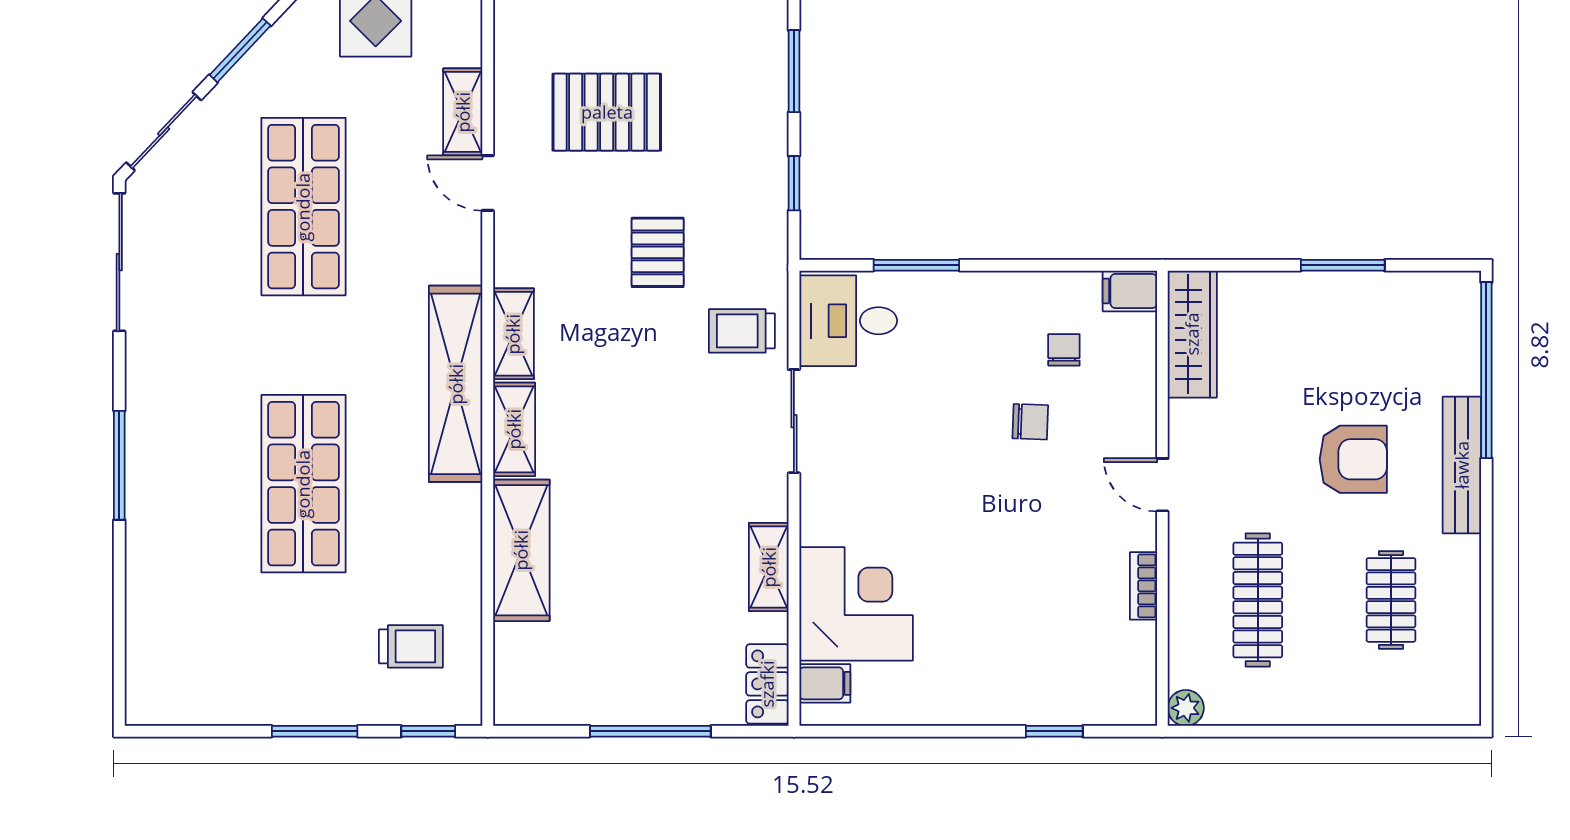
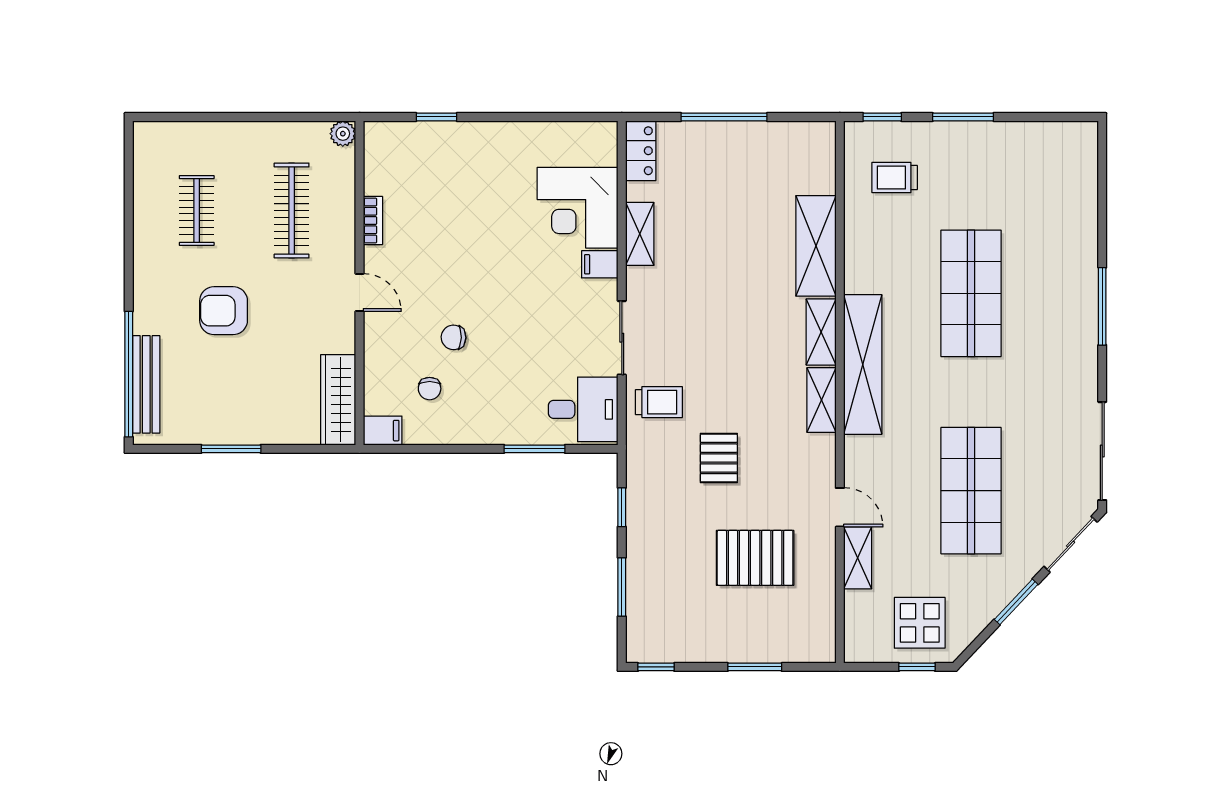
bench: (1462, 465) -> (146, 384), moved
filing cabinet: (825, 683) -> (600, 264), moved

